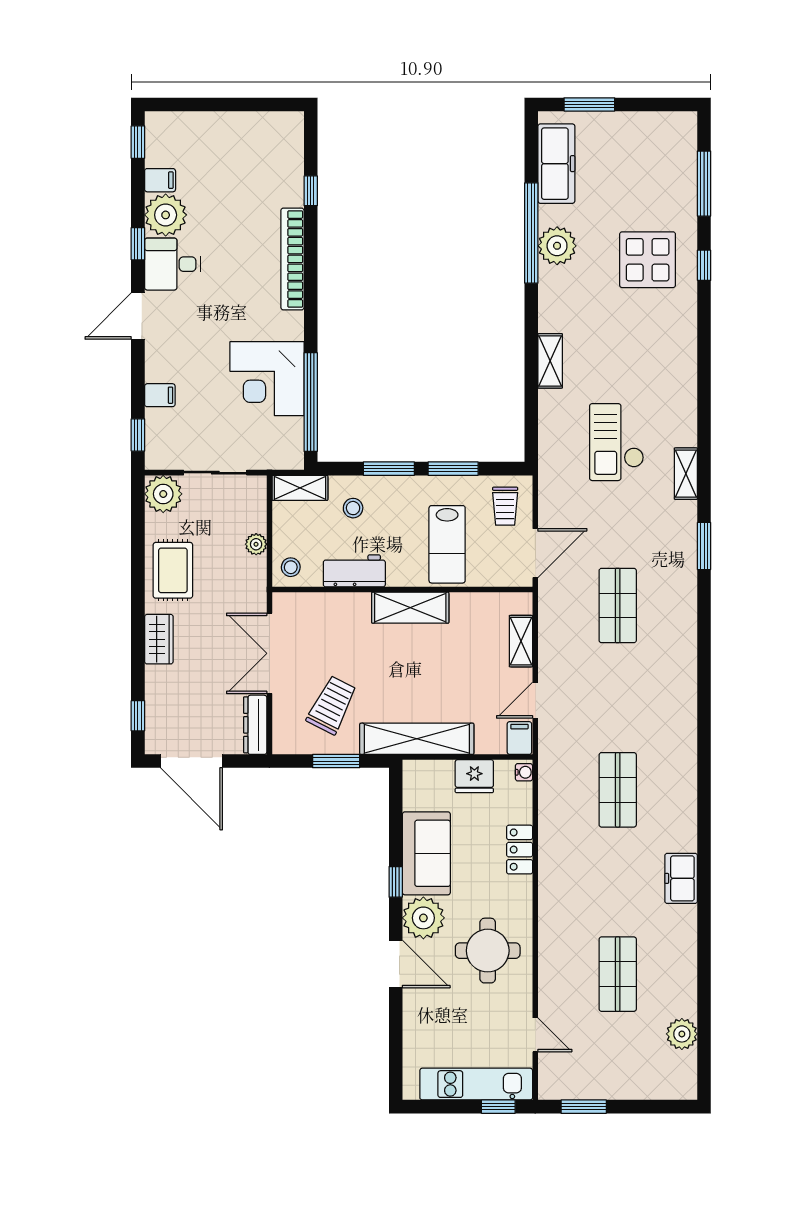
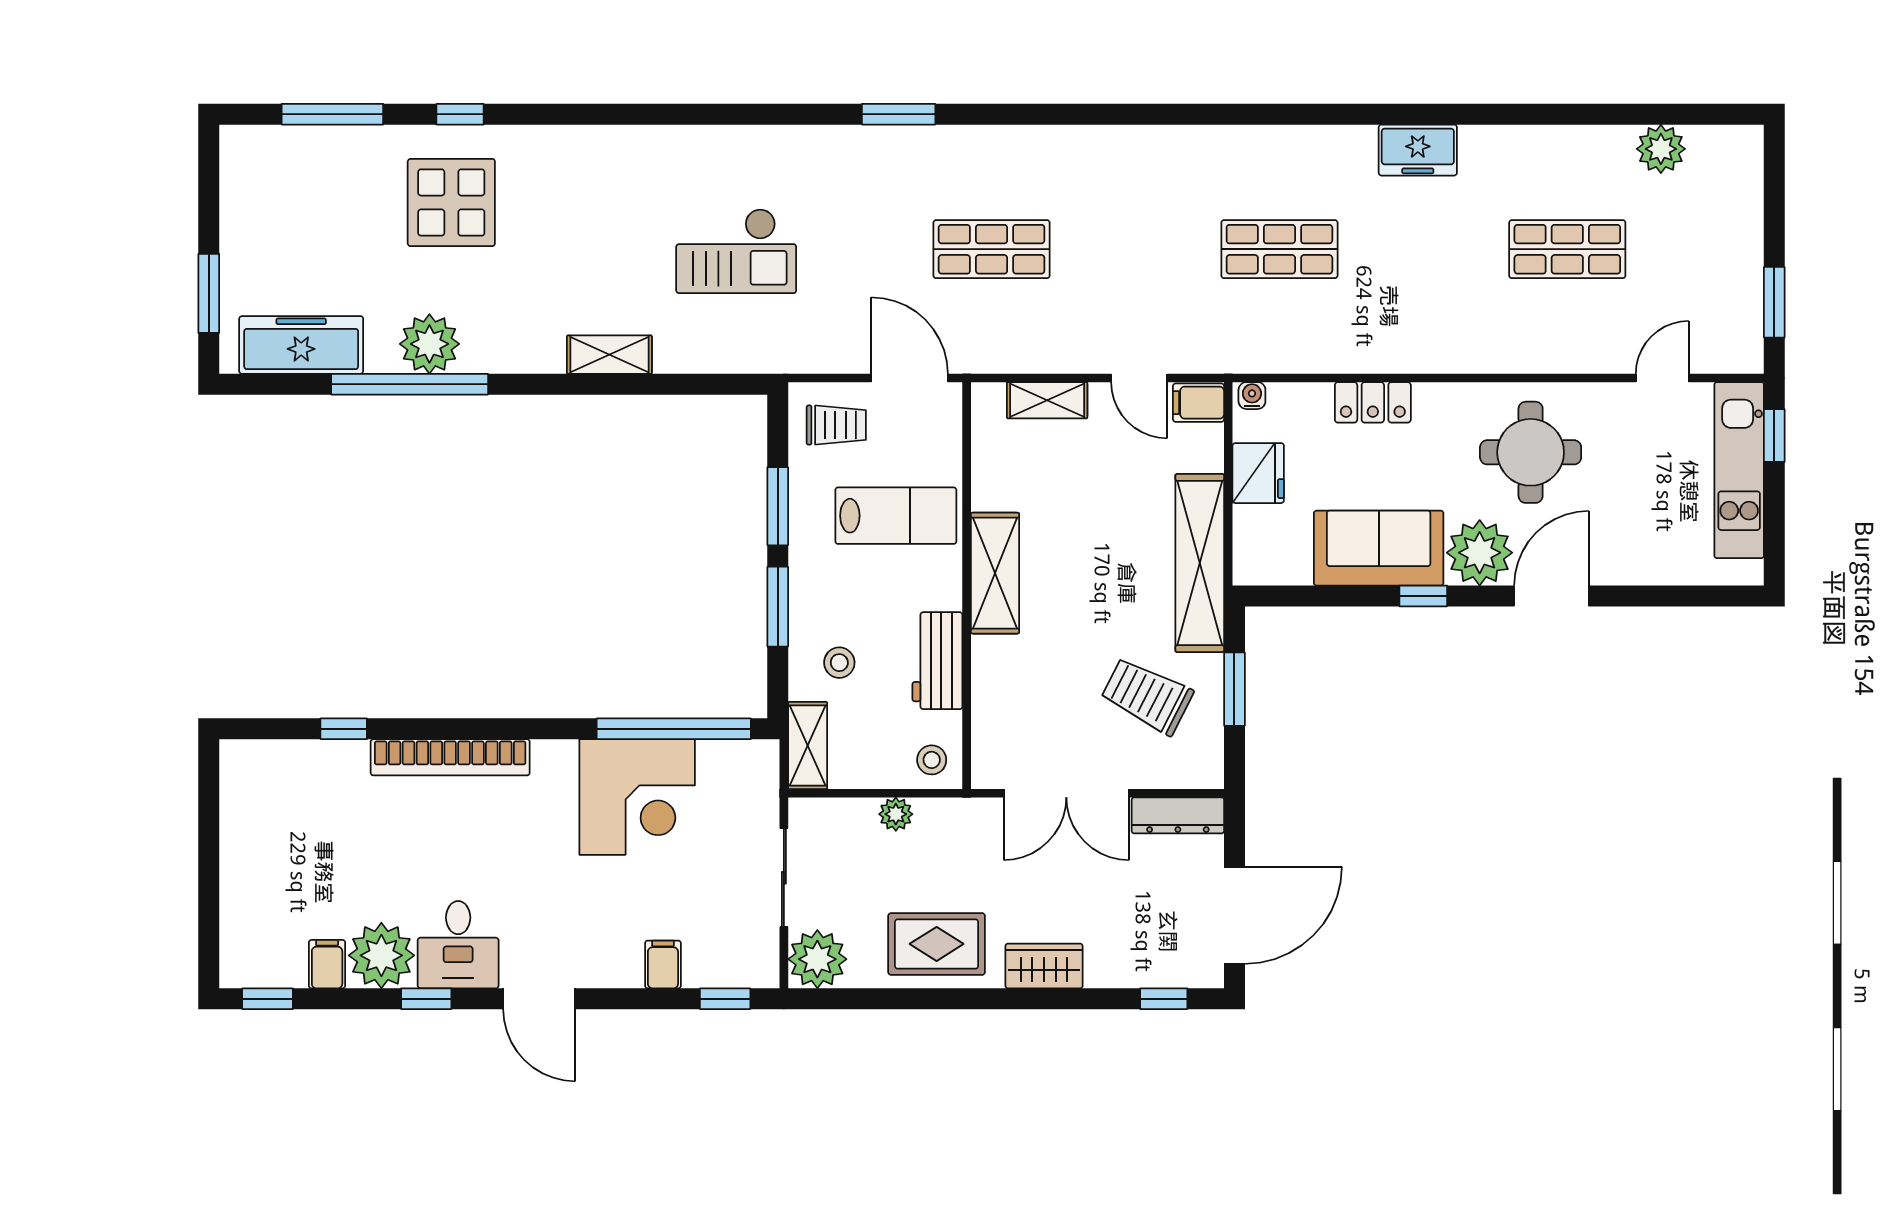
shelving: (686, 474) -> (785, 143), removed

